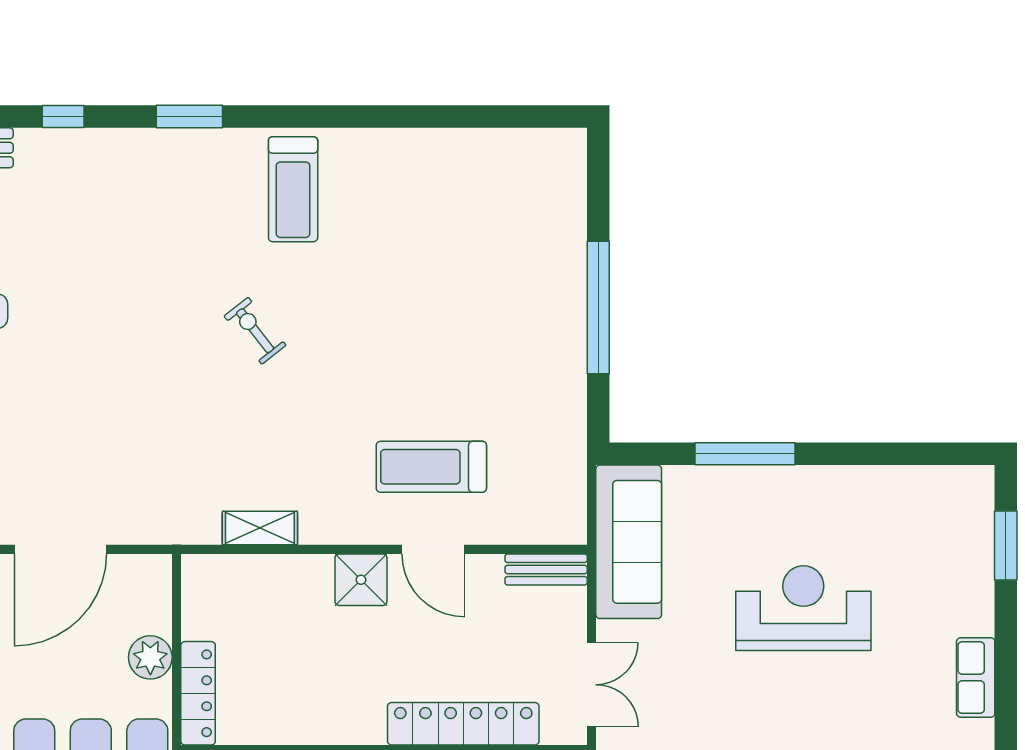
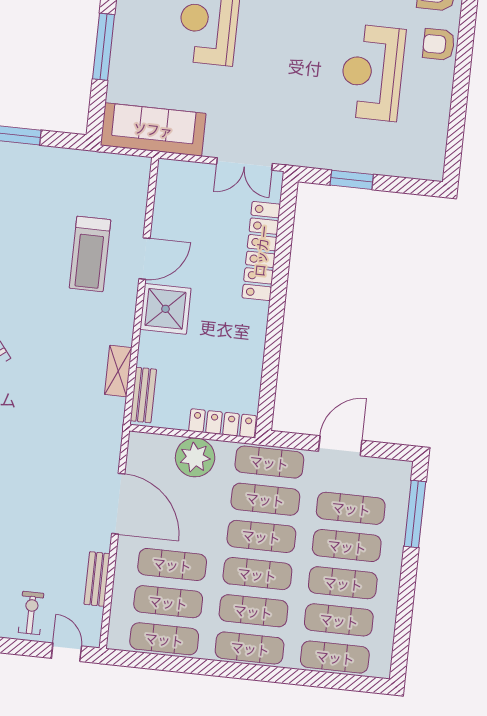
bench: (546, 570) -> (143, 395), moved
shower: (361, 580) -> (165, 309), width x1.36, depth x1.36
plant: (150, 657) -> (195, 457), width x1.36, depth x1.36
double door: (592, 685) -> (244, 164), swing flipped

